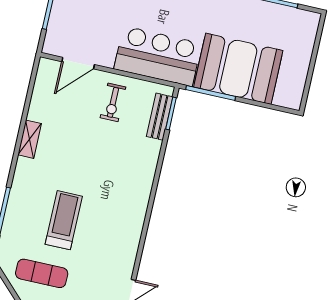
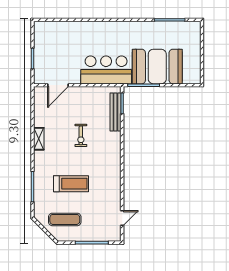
exercise bike: (113, 102) -> (81, 135), moved
bench: (160, 117) -> (115, 112), width x1.36
treadmill: (64, 220) -> (71, 184), turned 90

